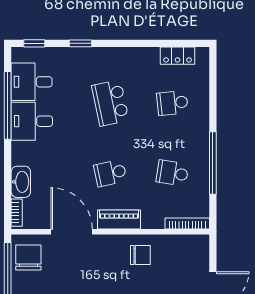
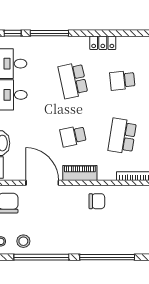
window: (81, 43) -> (49, 33), width x2.17
locker: (178, 56) -> (103, 43), moved
school desk: (172, 173) -> (122, 136), width x1.85

